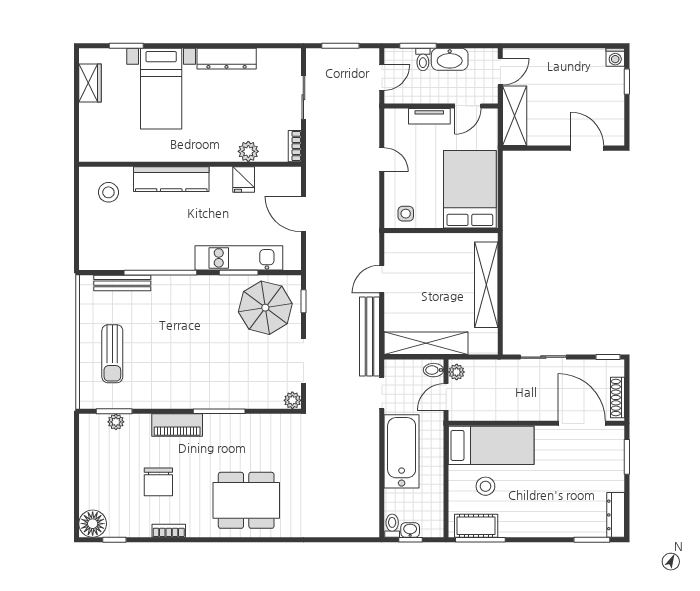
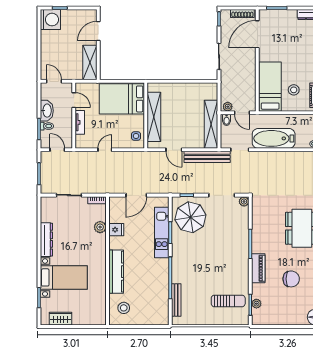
washing machine: (615, 57) -> (50, 20), width x1.89, depth x1.89
shelving: (515, 116) -> (90, 63), moved, turned 90
shelving: (486, 285) -> (154, 117), moved, turned 90
sun lounger: (112, 354) -> (228, 301), moved

